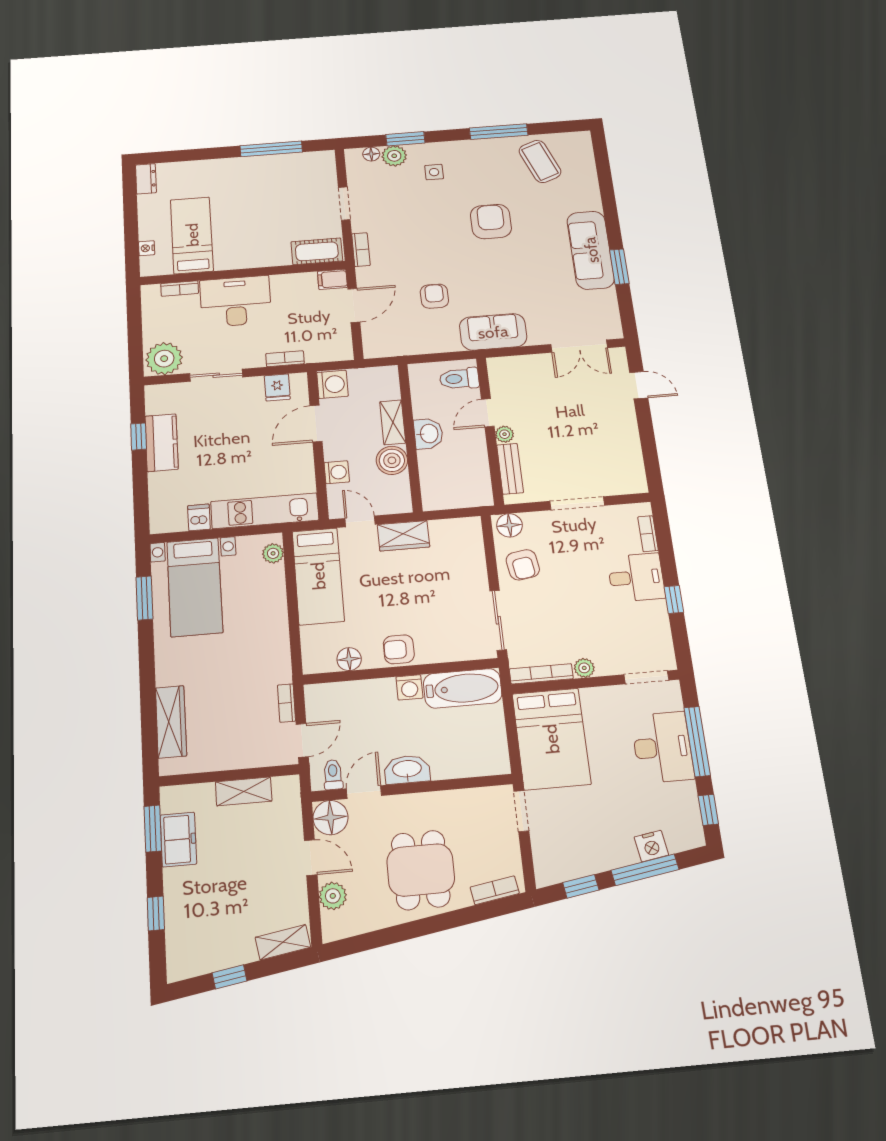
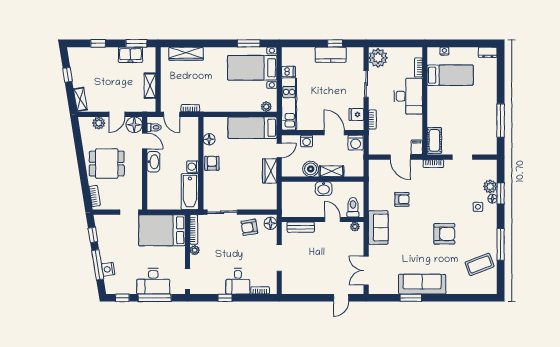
floor lamp: (371, 154) -> (492, 199), moved
plant: (505, 434) -> (355, 227), moved

